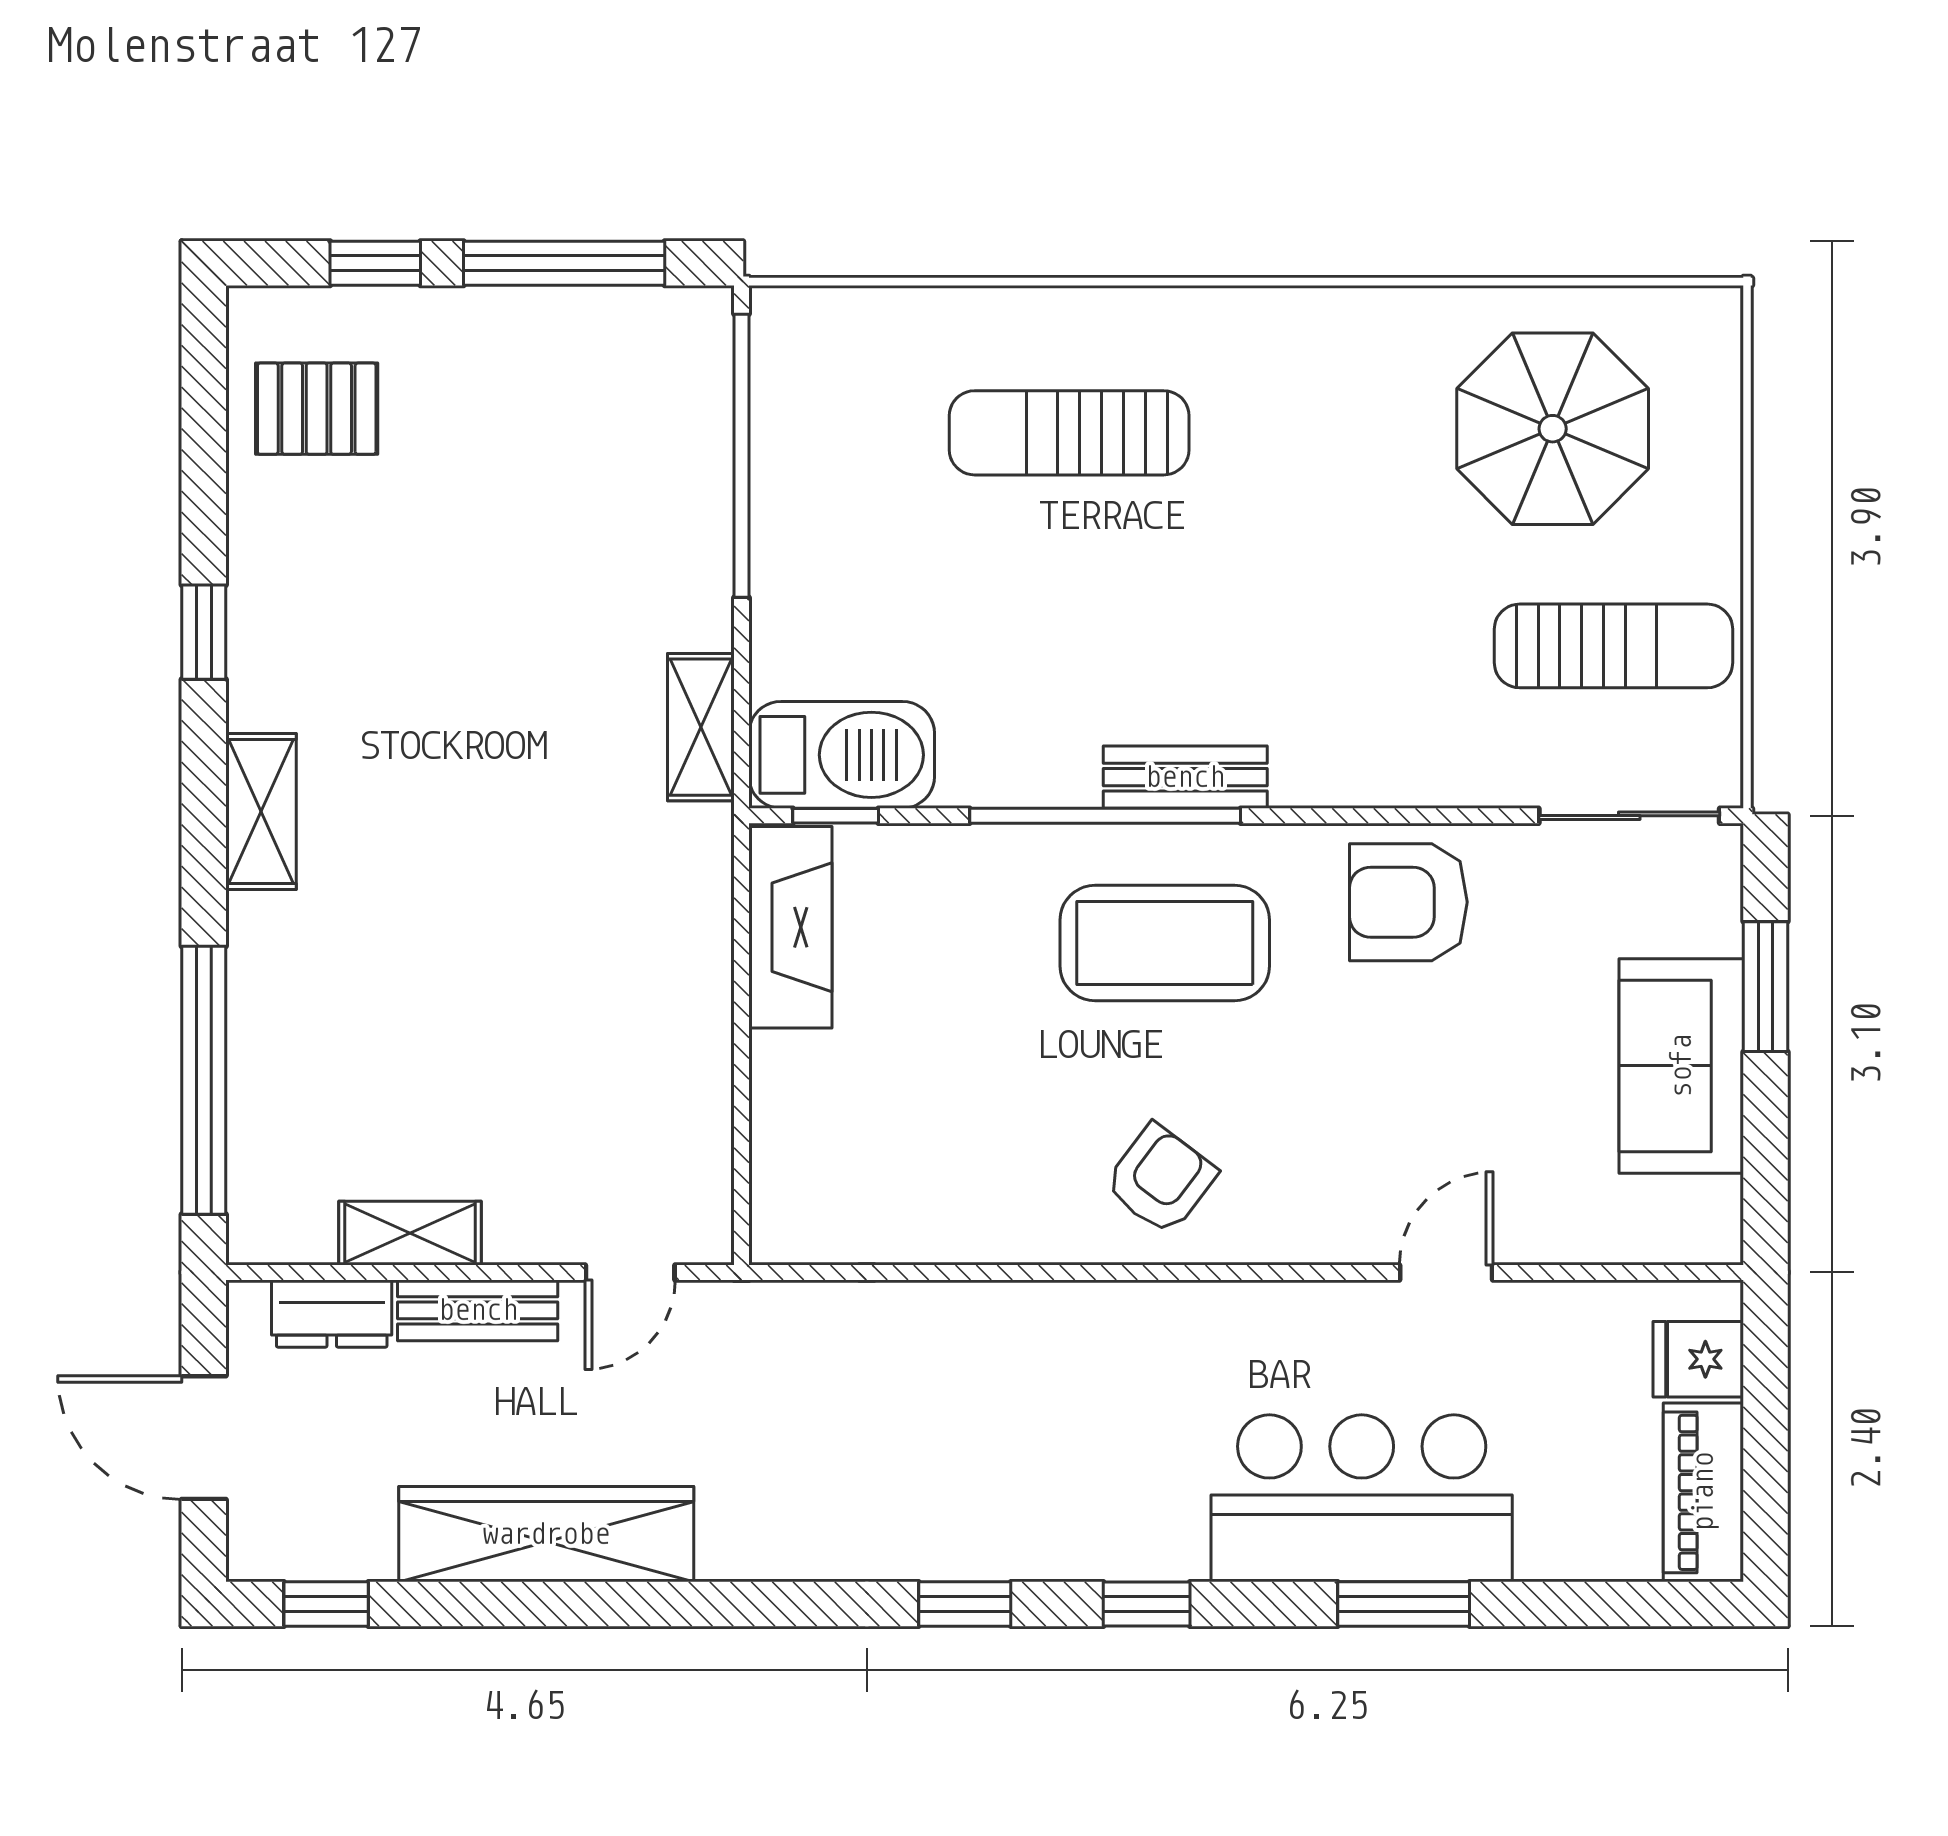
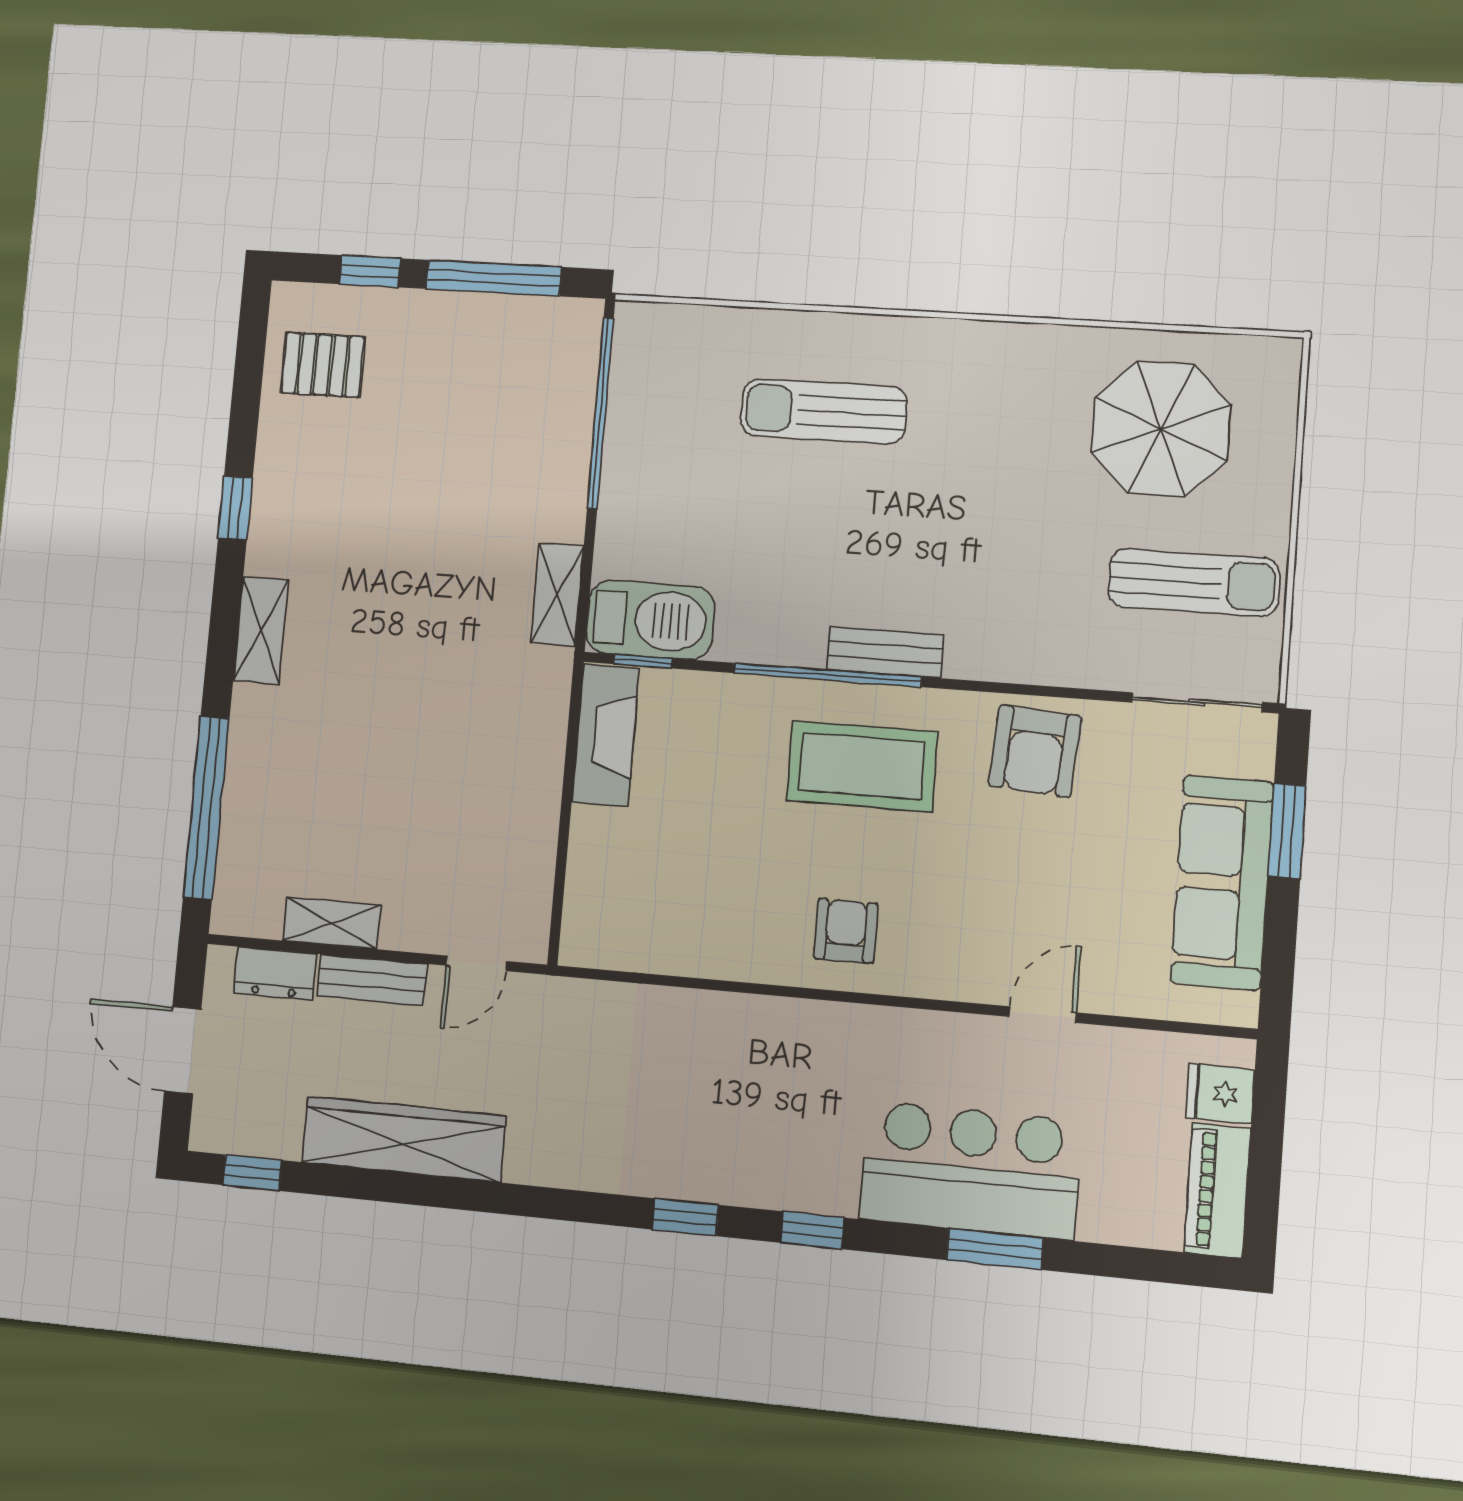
armchair: (1408, 902) -> (1035, 751), turned -86
sofa: (1681, 1066) -> (1222, 882), width x1.36
armchair: (1160, 1179) -> (846, 931), turned -37

